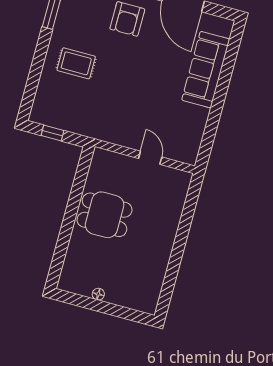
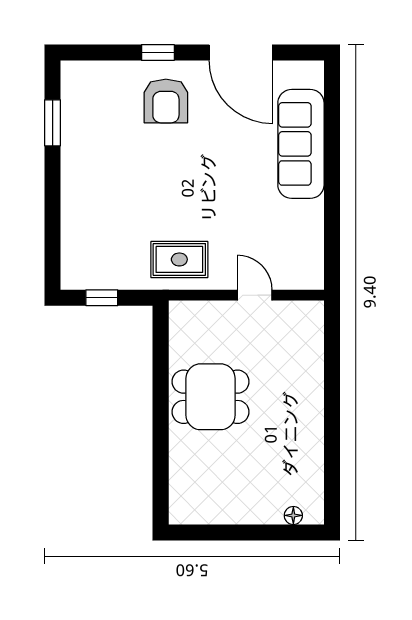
rug: (76, 63) -> (179, 259), moved
floor lamp: (98, 294) -> (293, 515), moved

